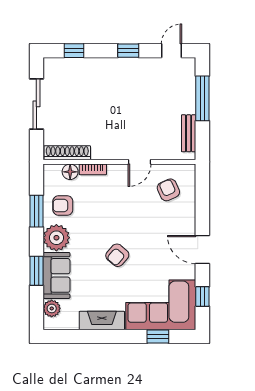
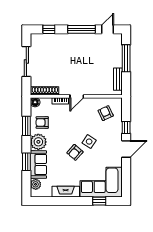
window: (128, 51) -> (82, 29), width x2.17
door: (140, 162) -> (77, 96), moved
floor lamp: (70, 172) -> (35, 102), moved
side table: (141, 237) -> (89, 142), added
door: (202, 250) -> (126, 149), swing flipped
window: (202, 297) -> (126, 127), moved

